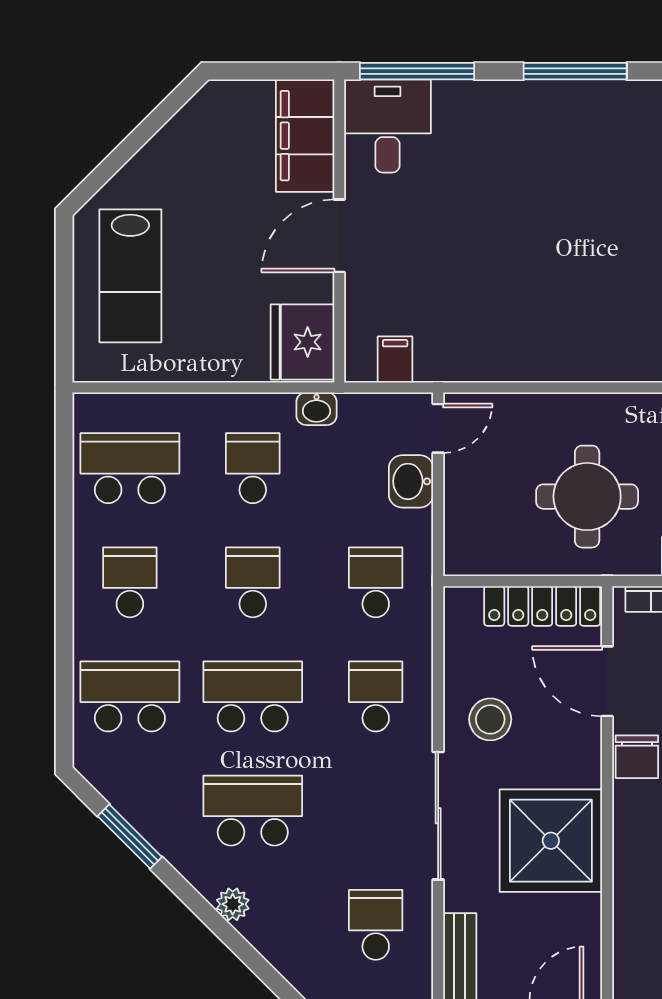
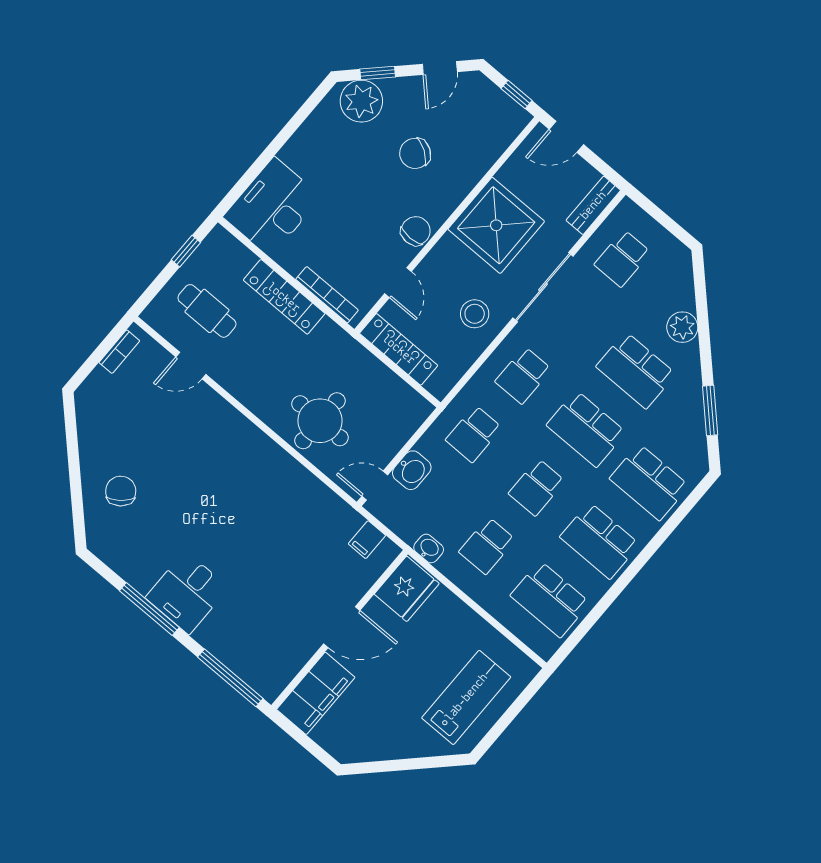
desk: (388, 126) -> (187, 593), moved
round table: (587, 497) -> (320, 421), moved
school desk: (130, 582) -> (600, 541), width x1.85
door: (607, 681) -> (398, 283), width x0.73
plant: (233, 904) -> (682, 327), width x1.38, depth x1.38

